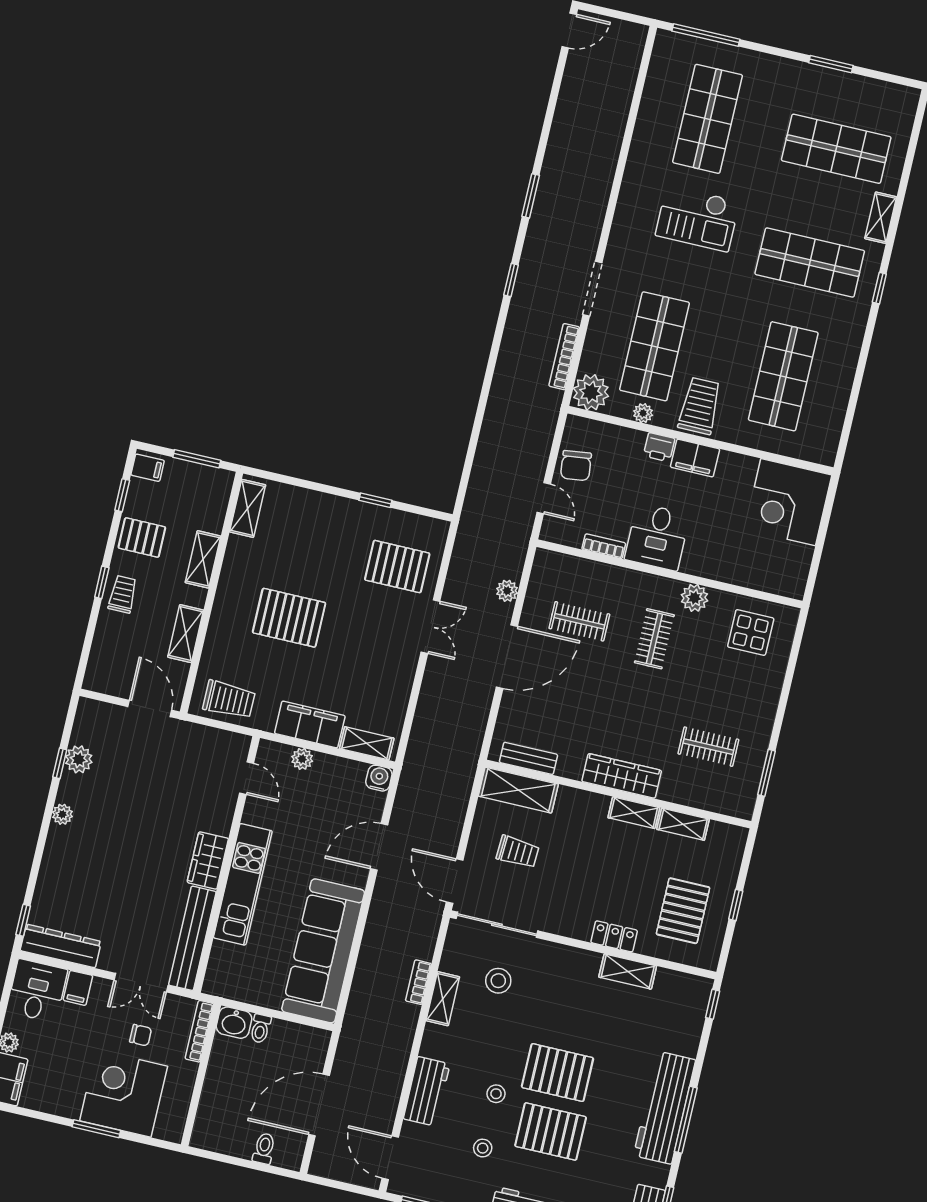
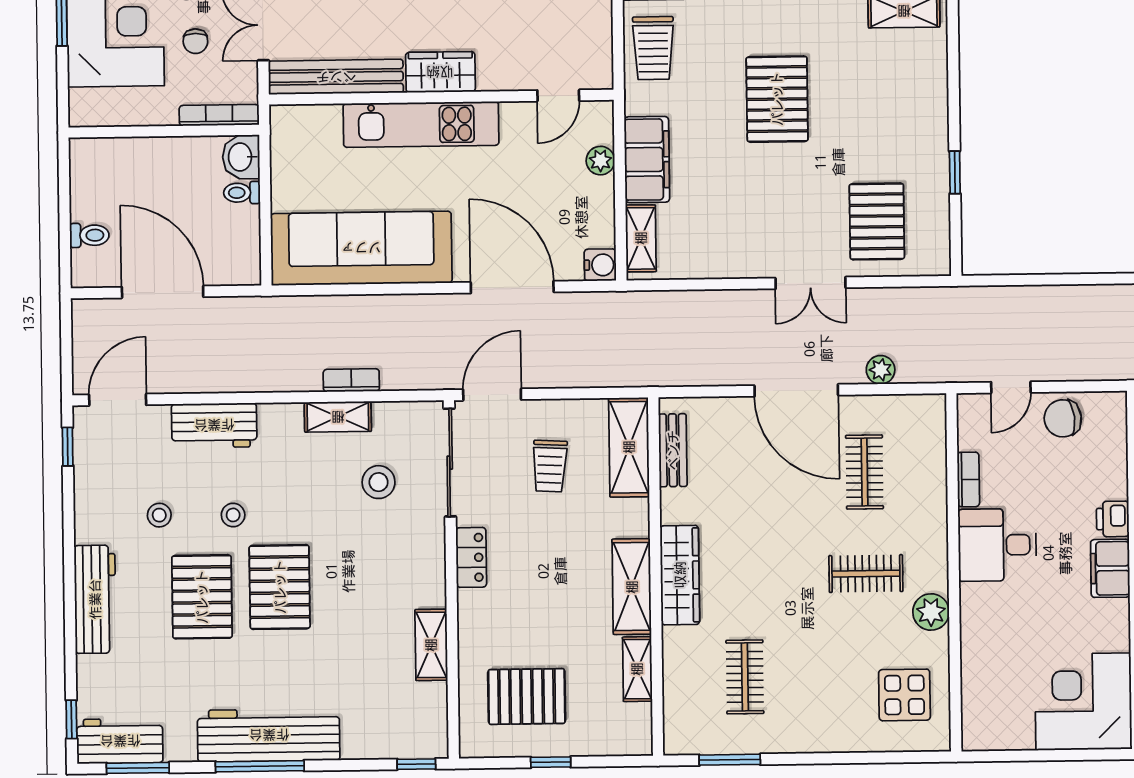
shelving: (634, 813) -> (632, 587), width x1.50, depth x1.33
door: (379, 847) -> (512, 287), width x1.36
locker: (614, 936) -> (471, 557), moved

